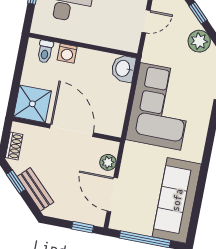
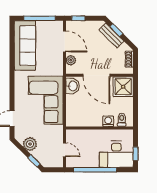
door: (146, 21) -> (64, 150), swing flipped
washbasin: (123, 69) -> (72, 86), moved
window: (16, 182) -> (116, 30), moved

